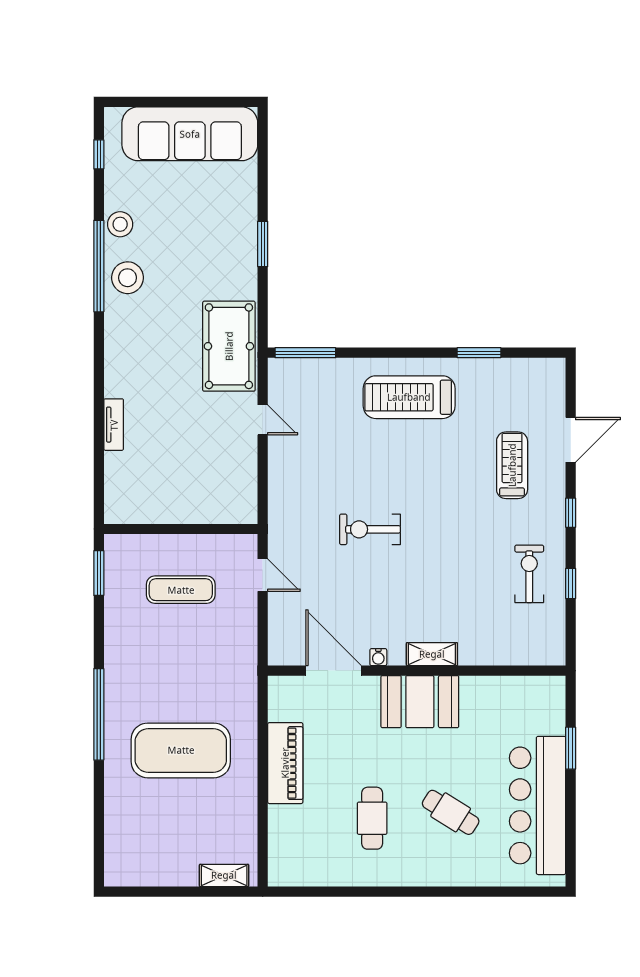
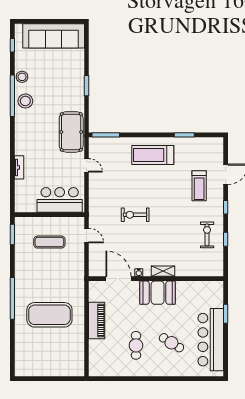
treadmill: (512, 465) -> (199, 186), turned 180
bar counter: (203, 496) -> (60, 200), added
shelving: (224, 875) -> (69, 371), removed

